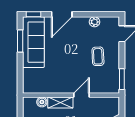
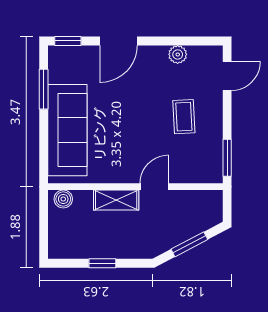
sofa: (33, 42) -> (67, 130), moved
boiler: (42, 102) -> (63, 199), moved

